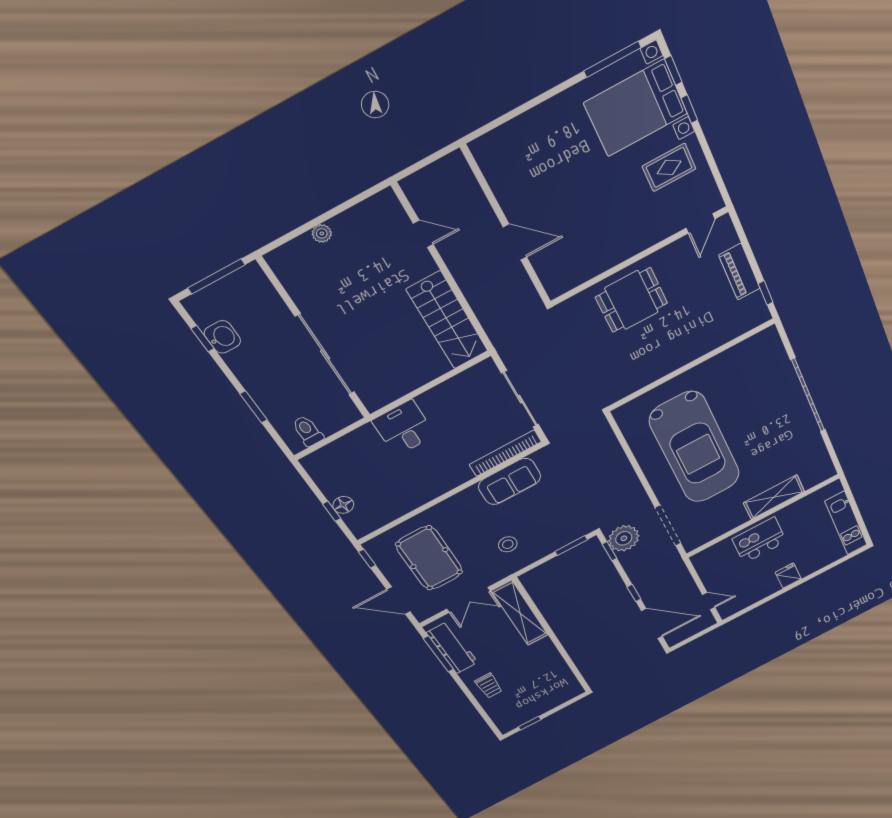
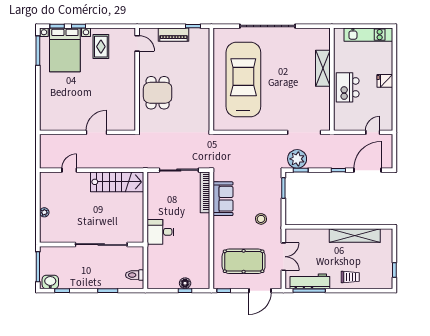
washbasin: (222, 337) -> (50, 282), moved
car: (695, 448) -> (243, 79), moved, turned -90
shelving: (520, 613) -> (355, 235), moved

